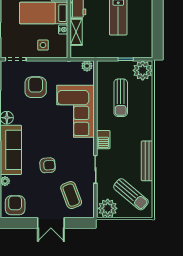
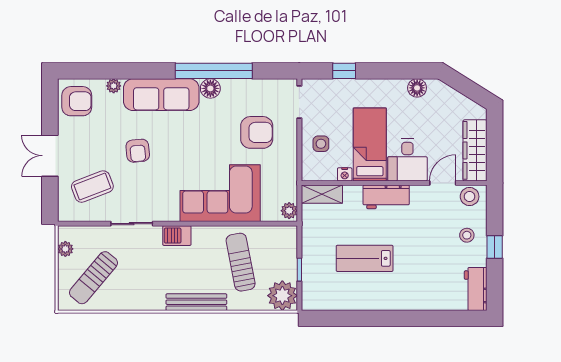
shelving: (76, 32) -> (322, 194), moved
sun lounger: (121, 98) -> (241, 262), turned 79
bench: (147, 161) -> (196, 302), moved
plant: (108, 208) -> (65, 249), width x0.53, depth x0.53

